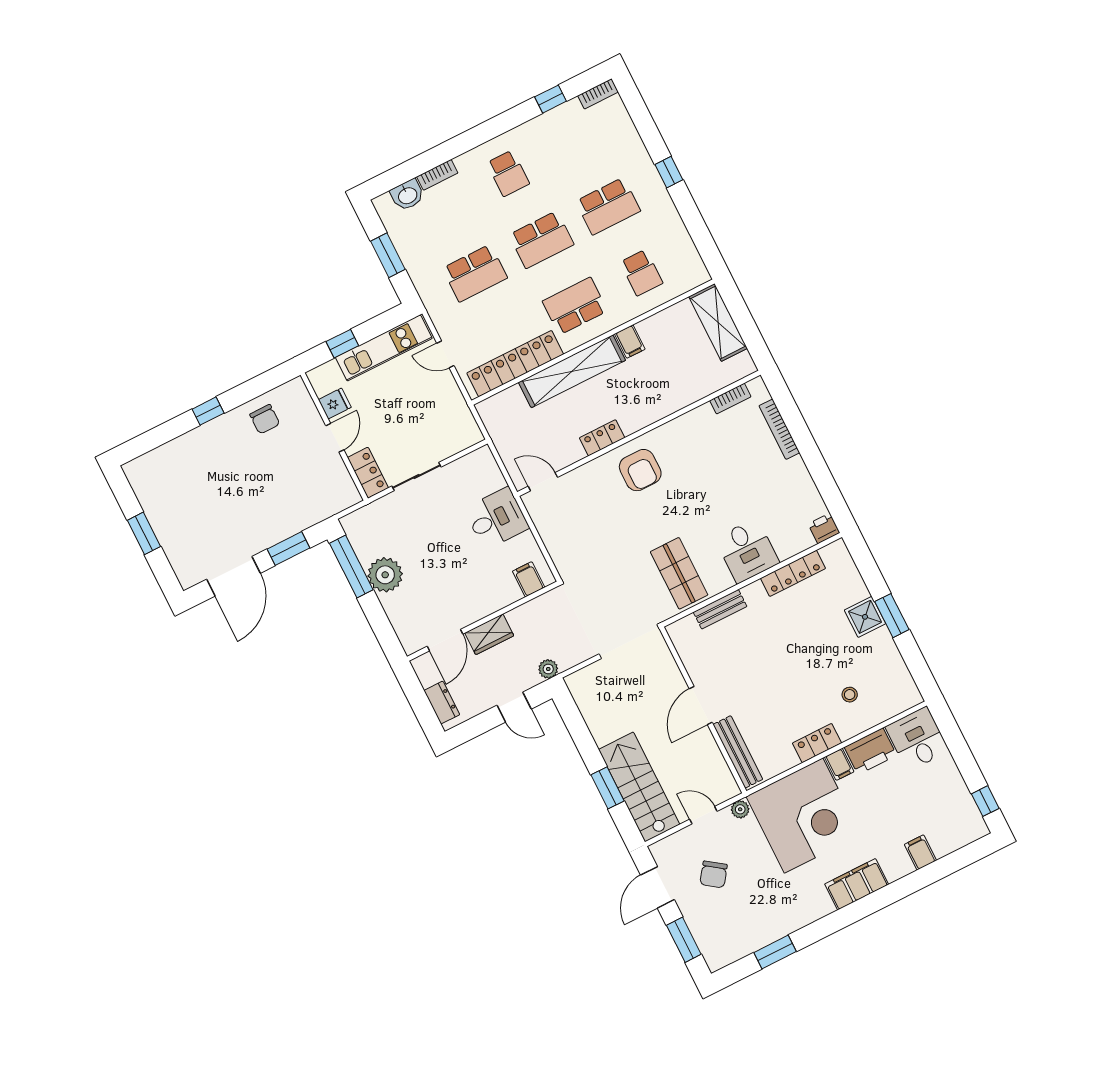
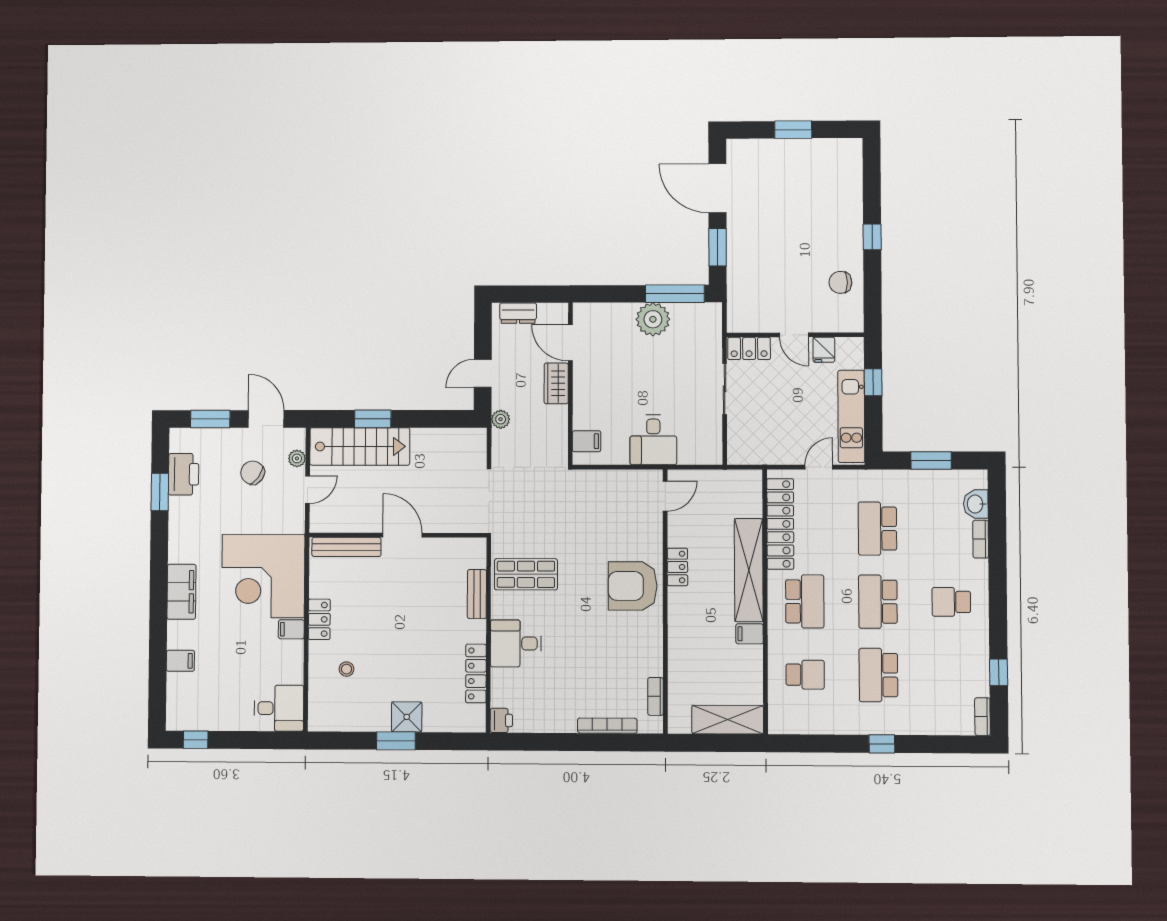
school desk: (641, 273) -> (805, 675), turned 180
armchair: (640, 470) -> (633, 586), width x1.36, depth x1.36
printer: (871, 751) -> (184, 474), moved, turned 180
plant: (740, 809) -> (297, 458), moved

